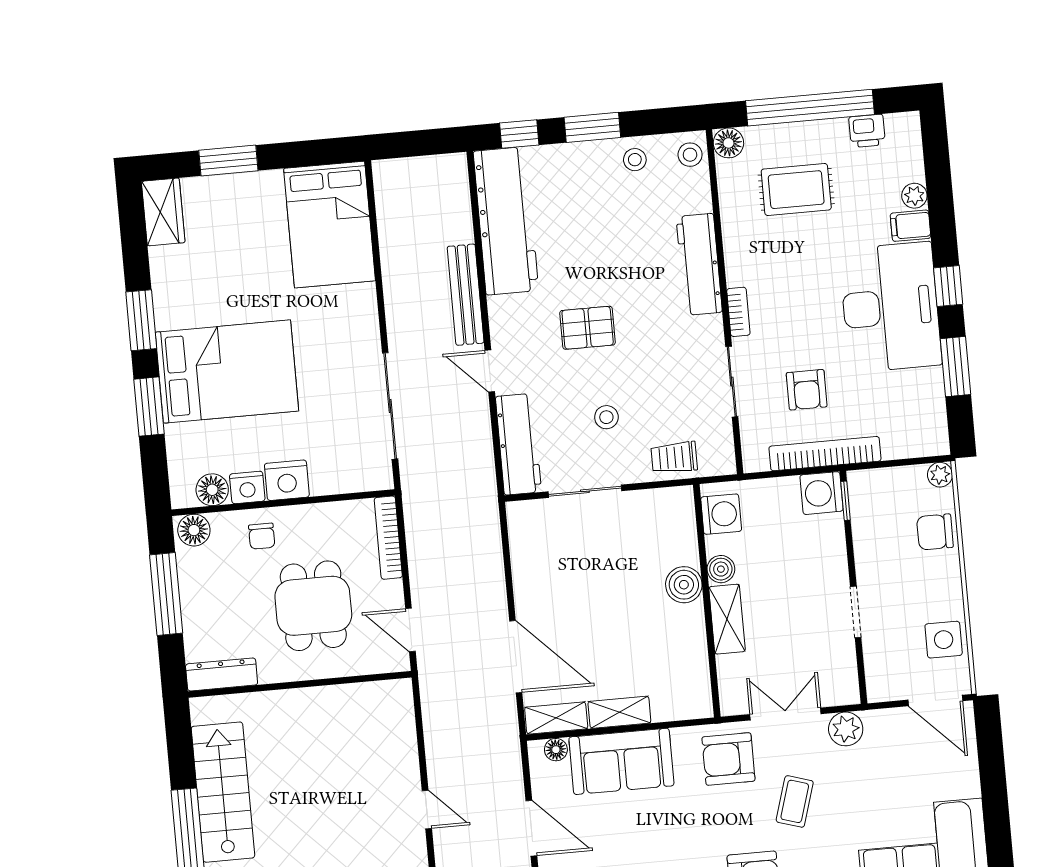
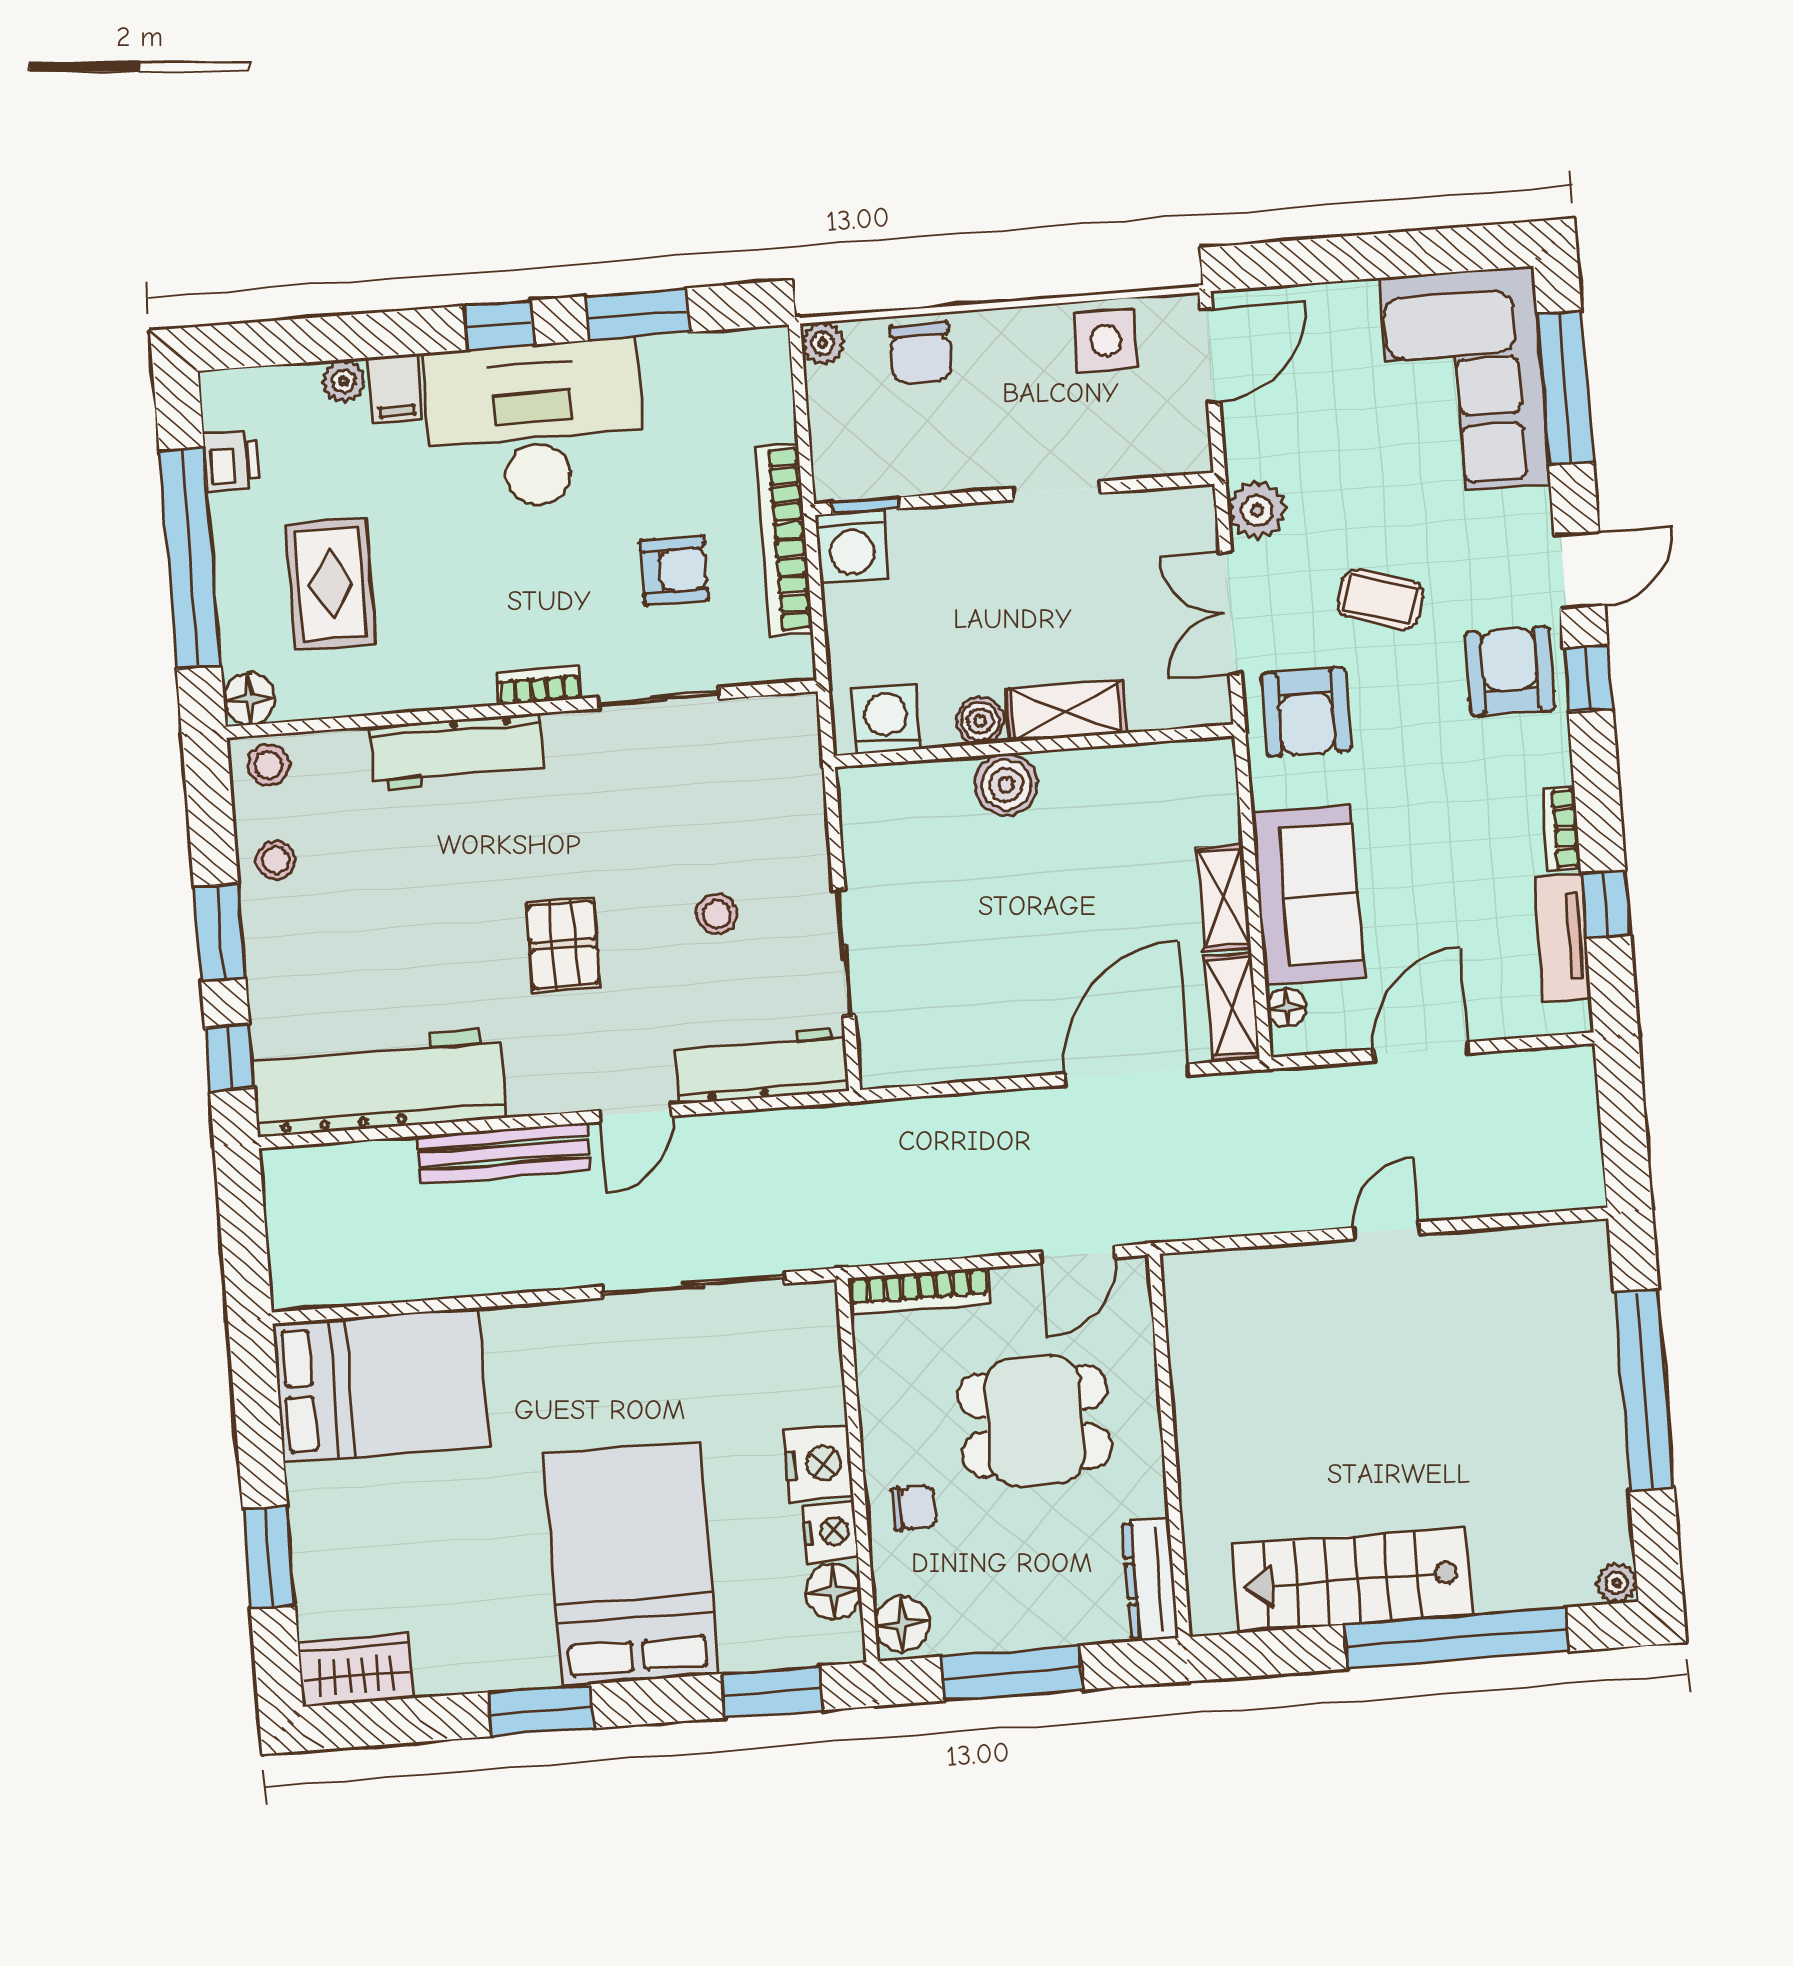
window: (149, 407) -> (772, 1692), moved
trolley: (674, 457) -> (788, 799), removed

